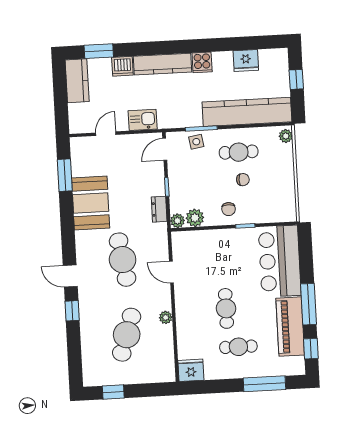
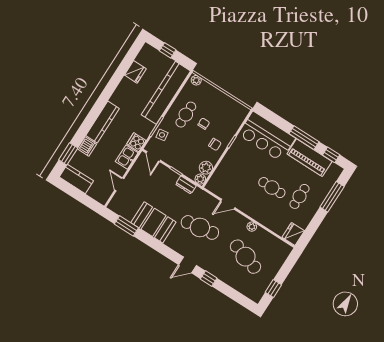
cooker: (202, 62) -> (136, 142), moved, turned 180

